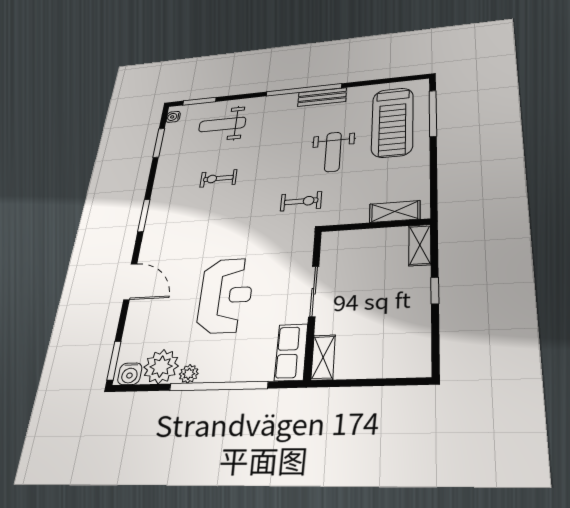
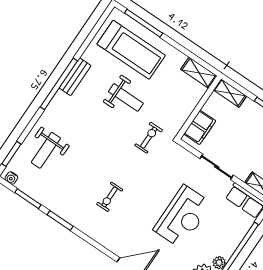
exercise bike: (218, 178) -> (110, 197), moved
shelving: (395, 211) -> (199, 73), moved, turned 90
window: (144, 215) -> (60, 220), moved
filing cabinet: (351, 242) -> (200, 127), added
reception desk: (226, 295) -> (183, 217), turned 90

